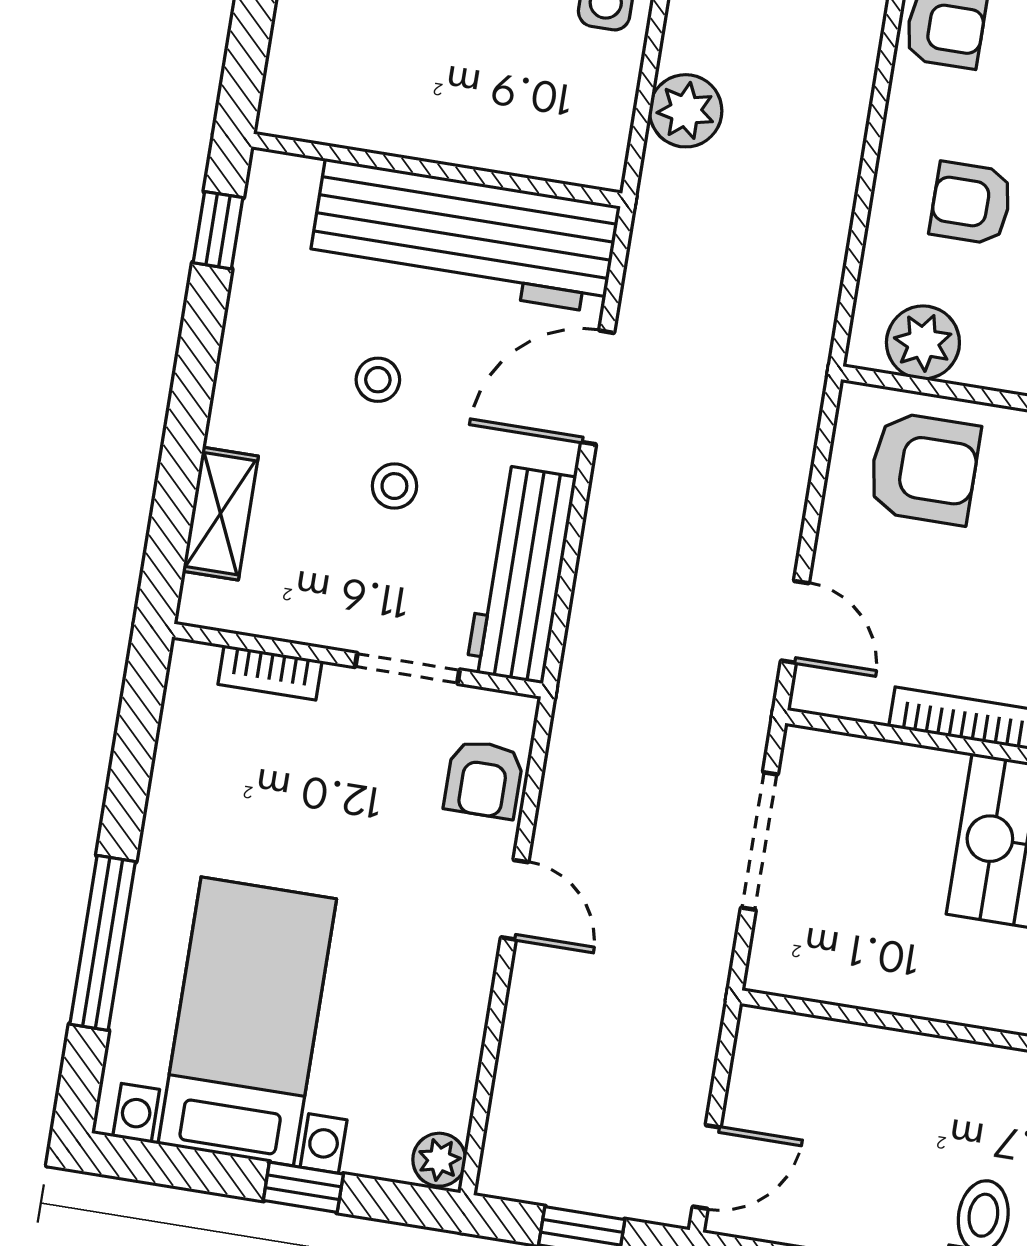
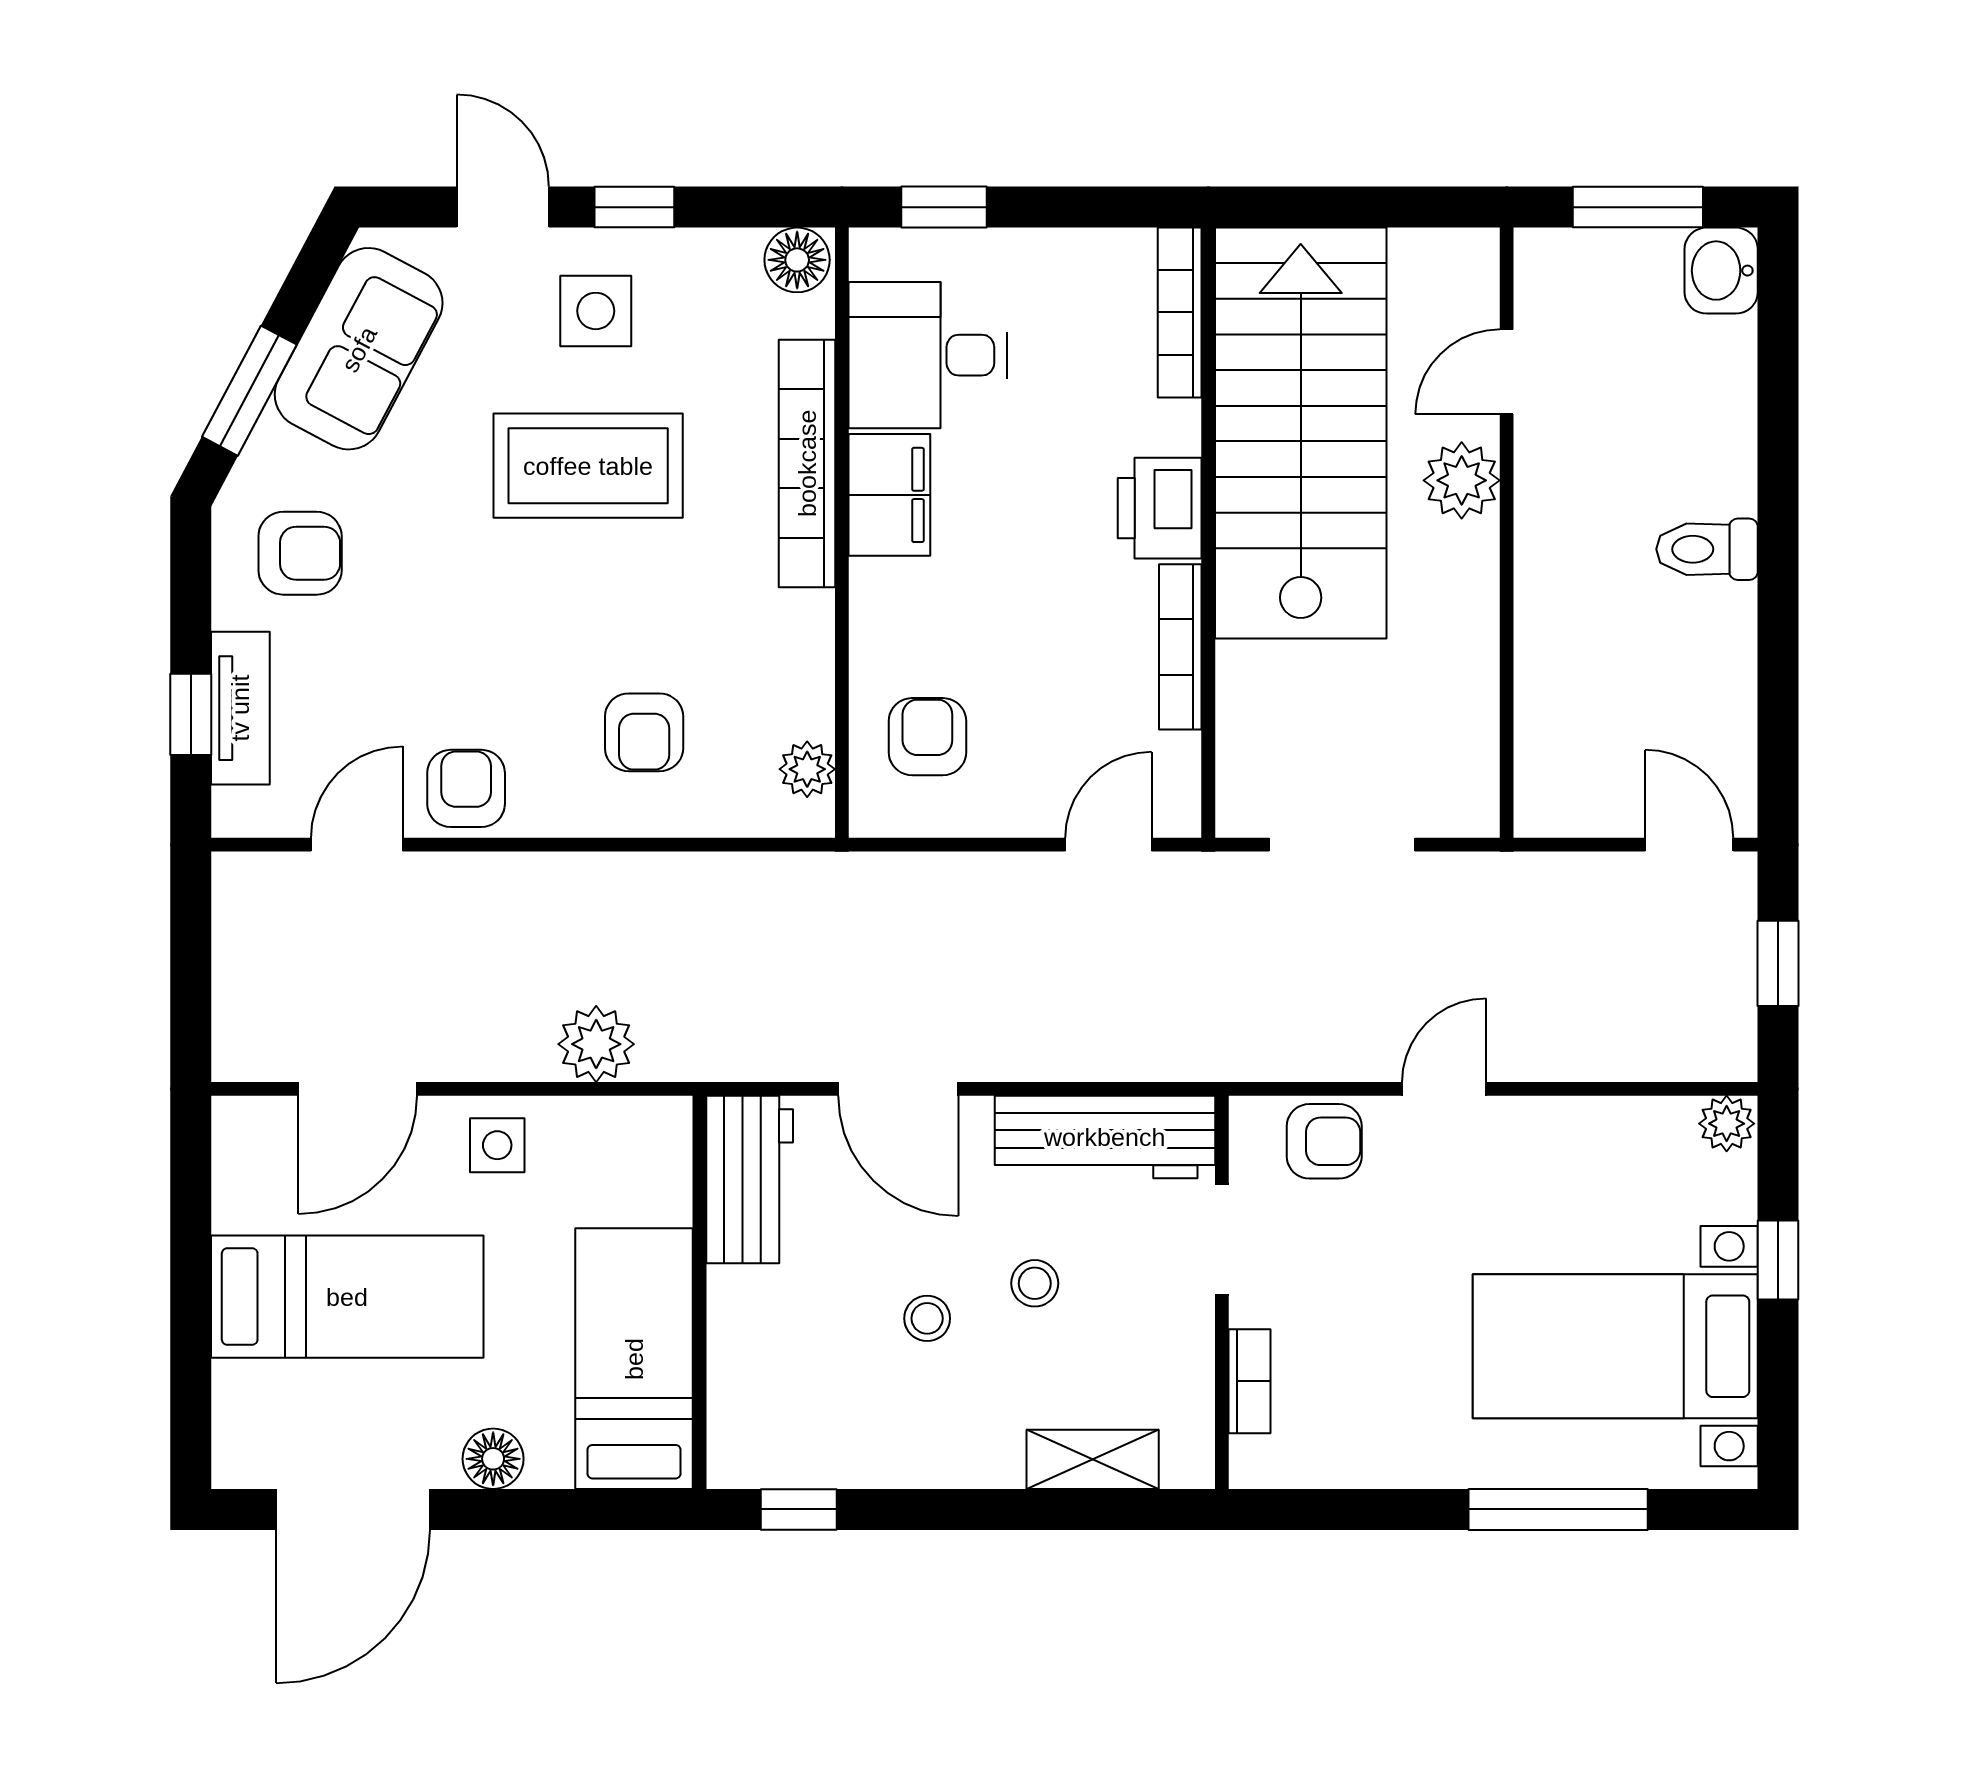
bed: (385, 98) -> (634, 1359), added
workbench: (464, 236) -> (750, 1180), width x0.53, depth x0.76
plant: (923, 342) -> (807, 769), width x0.73, depth x0.73
armchair: (924, 468) -> (927, 737), width x0.72, depth x0.72

